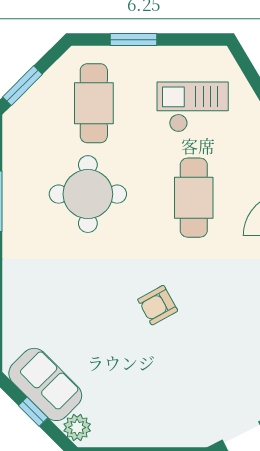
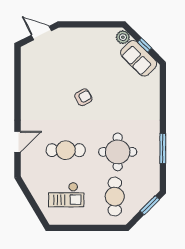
window: (134, 40) -> (95, 228), removed
cafe table: (194, 198) -> (66, 150), turned 90

